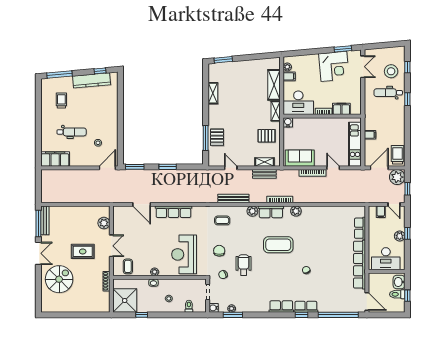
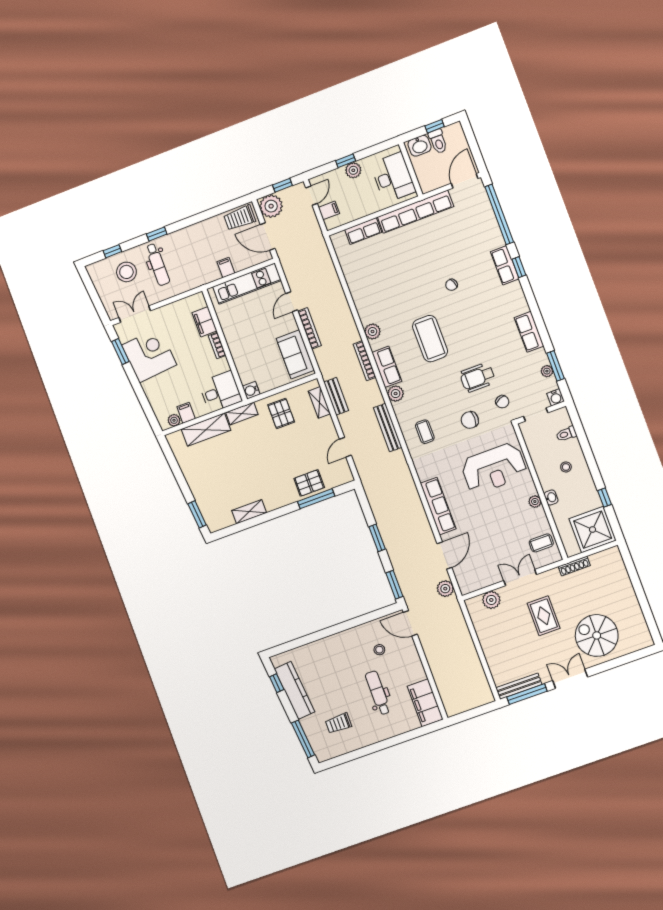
desk: (298, 103) -> (220, 392), width x0.73
plant: (121, 197) -> (445, 589), added
row of seats: (281, 307) -> (529, 332), moved

